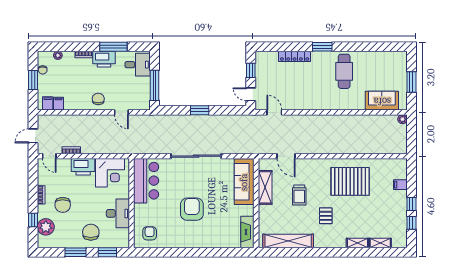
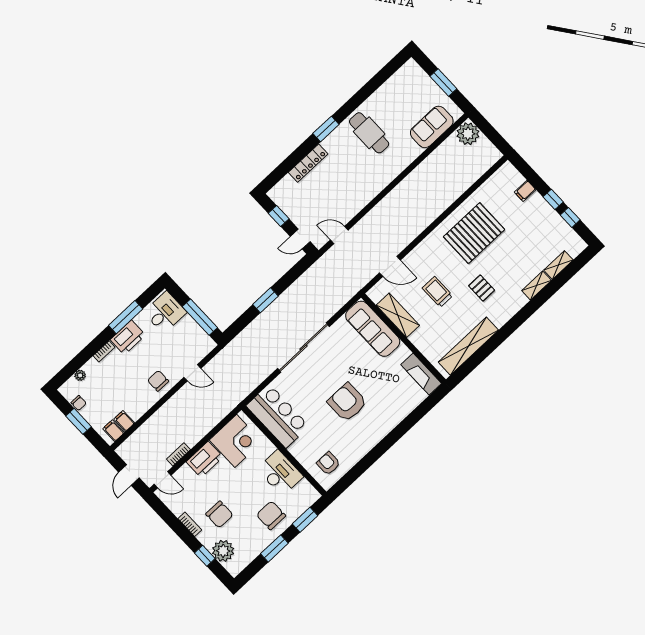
plant: (402, 119) -> (468, 134), width x1.87, depth x1.87
trolley: (299, 195) -> (437, 292), turned 180

